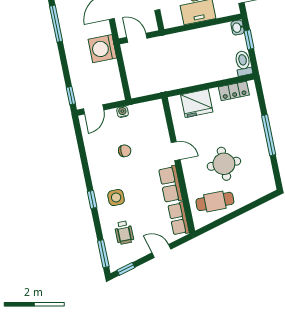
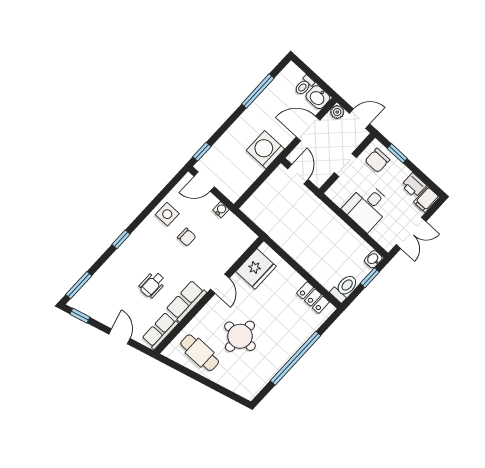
fridge: (197, 103) -> (256, 269), moved, turned -90
window: (269, 135) -> (296, 358), width x1.46
side table: (116, 198) -> (167, 214), moved
wheelchair: (124, 232) -> (152, 285), moved

